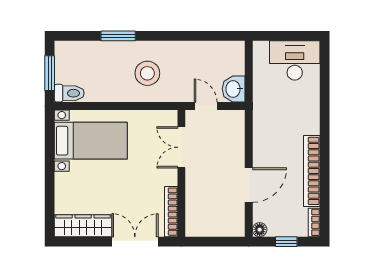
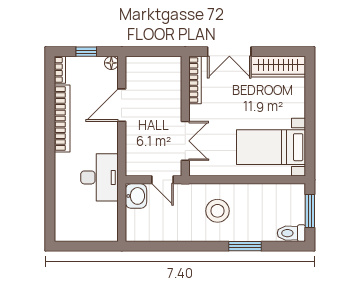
desk: (295, 60) -> (99, 177), moved, turned -90
toilet: (69, 93) -> (291, 233), moved

